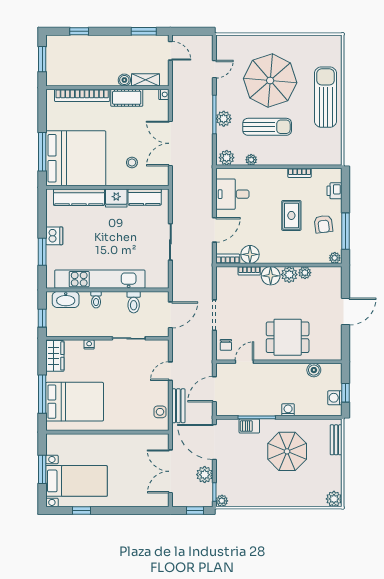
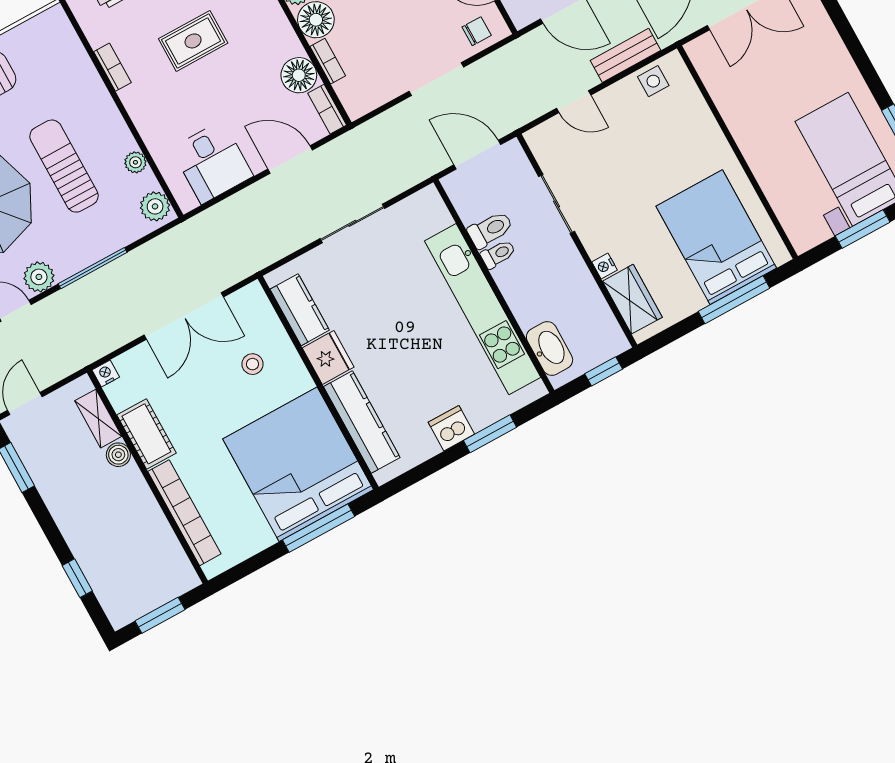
plant: (224, 119) -> (39, 277), moved
toilet: (96, 300) -> (498, 254), moved
wardrobe: (55, 356) -> (632, 299), moved, turned 90

